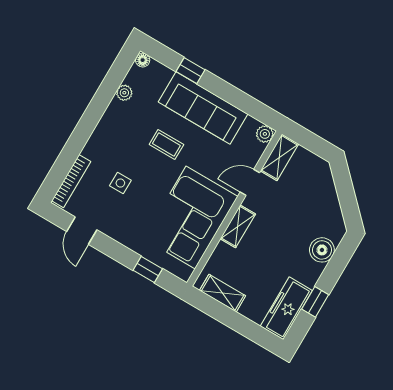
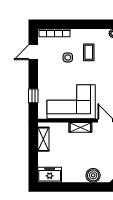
coffee table: (166, 145) -> (89, 52), moved
window: (315, 302) -> (66, 187), removed
freezer: (286, 308) -> (50, 175), width x0.71

